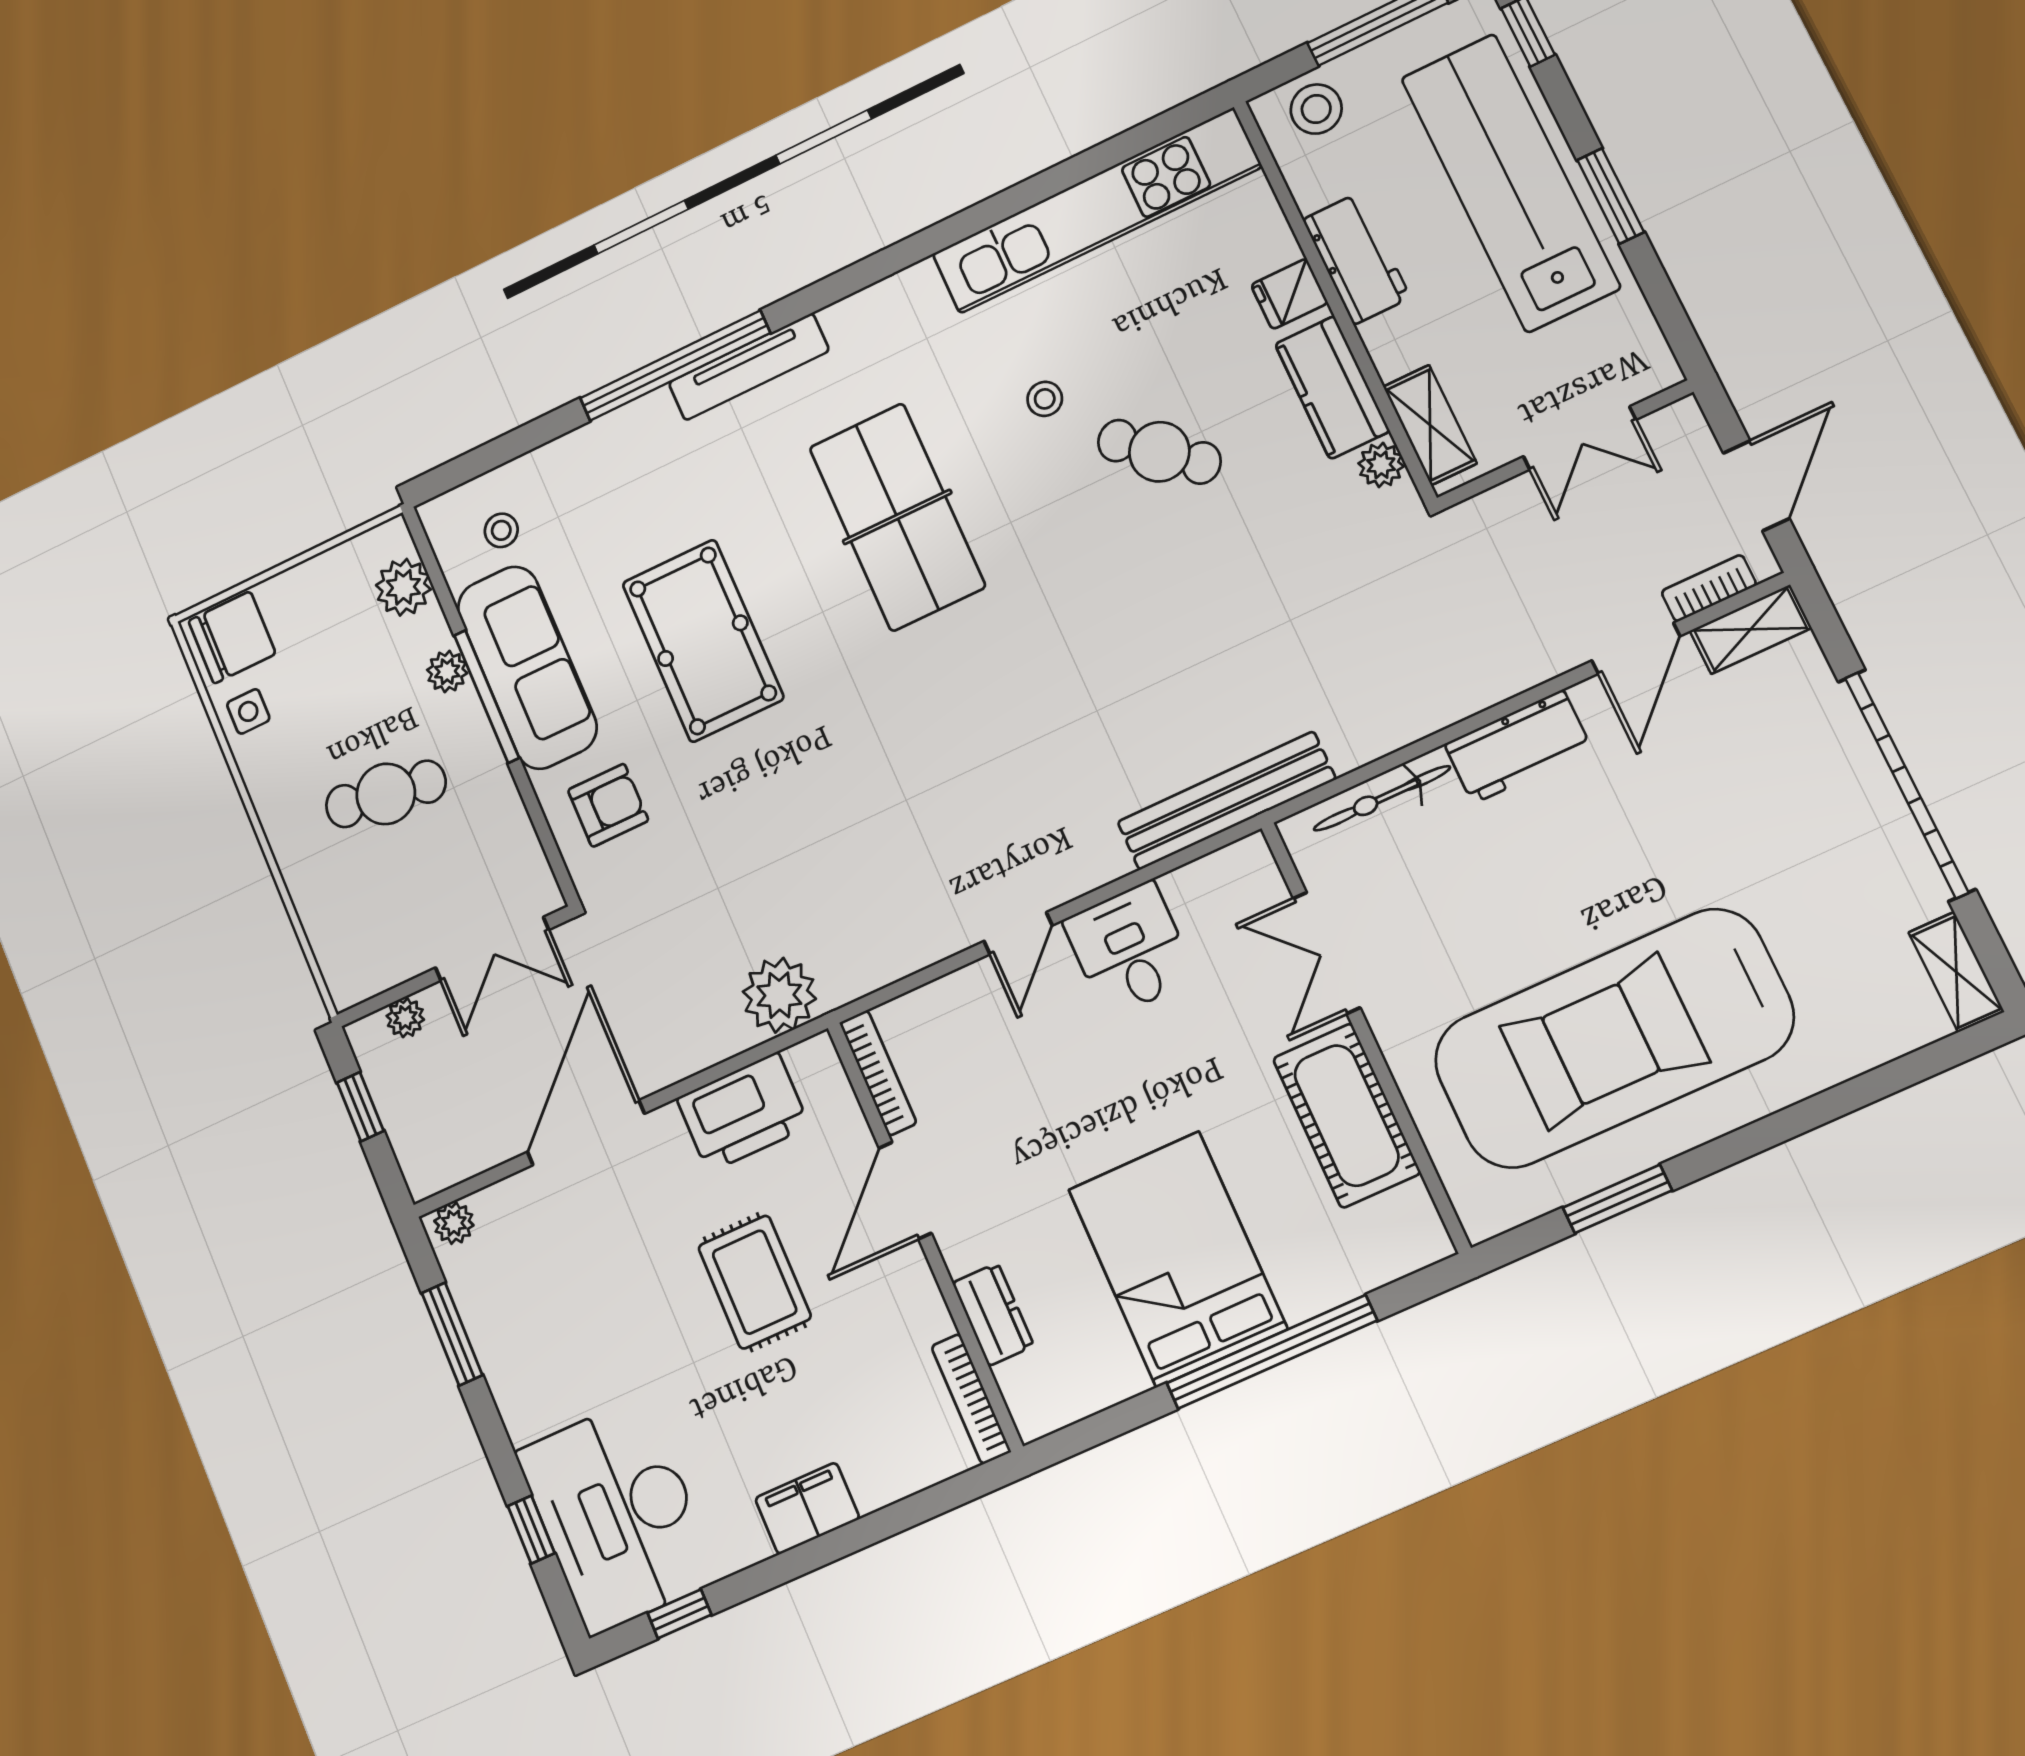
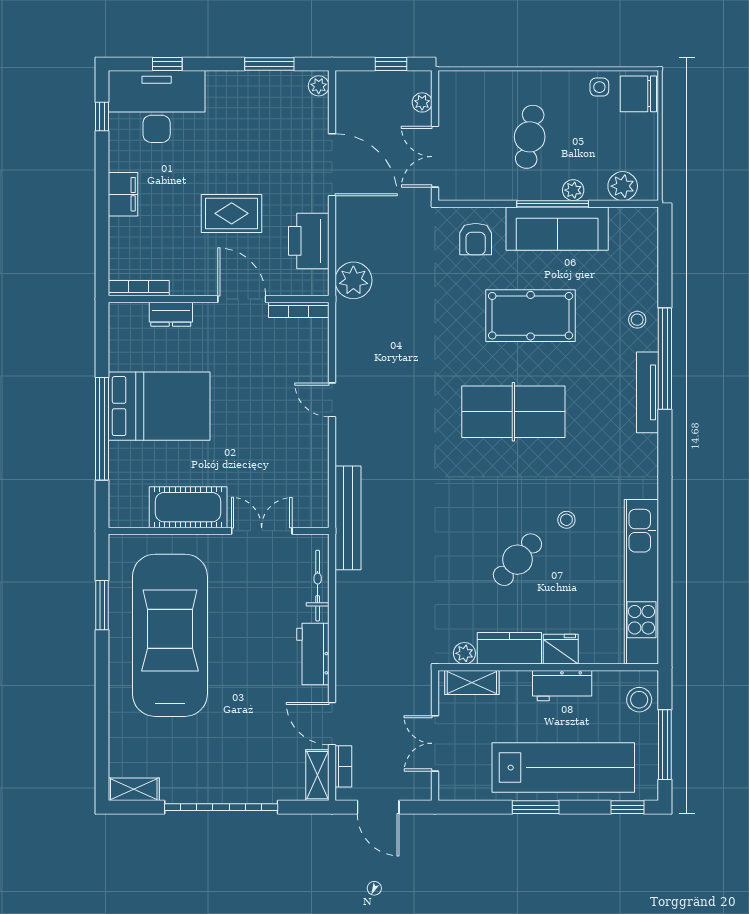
fridge: (1289, 294) -> (561, 649), width x1.38
table tennis table: (897, 517) -> (513, 412), moved
stool: (501, 530) -> (637, 320), moved
chair: (232, 637) -> (638, 94), turned 90
desk: (1129, 949) -> (302, 446), removed

